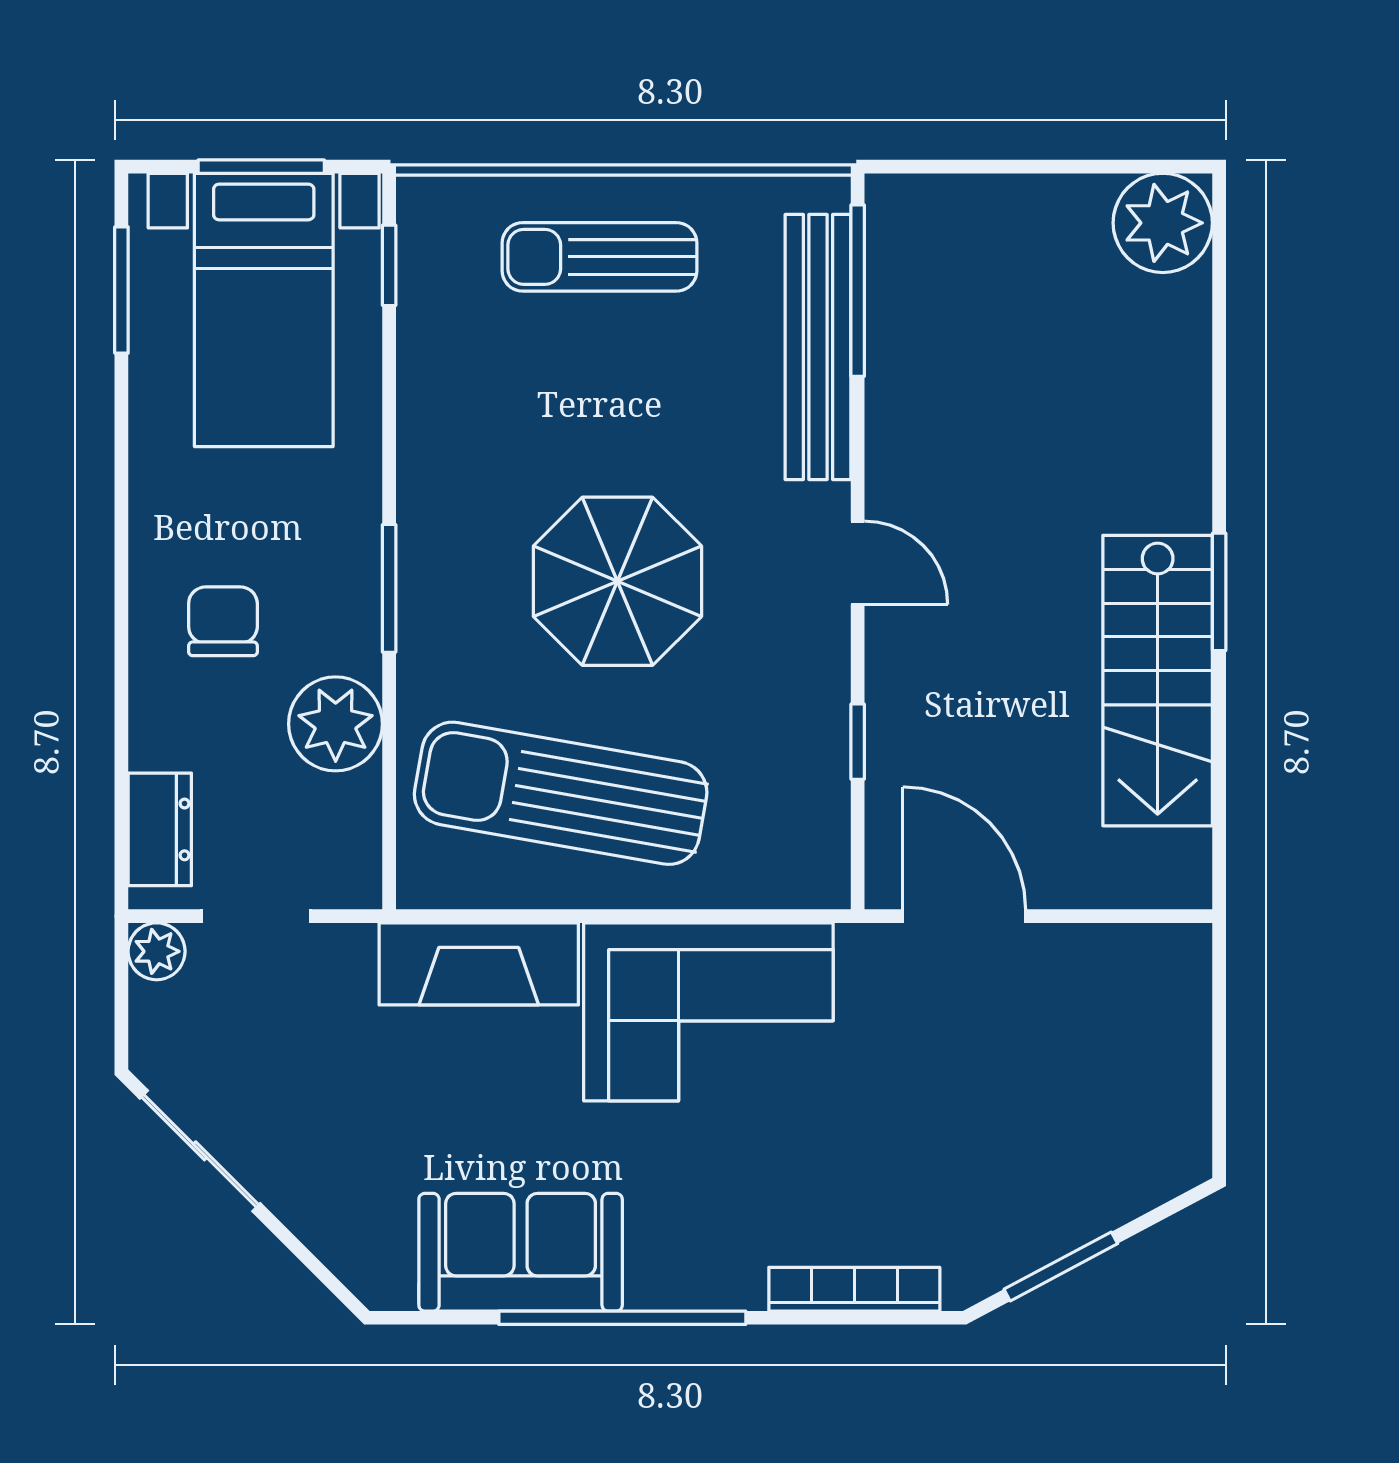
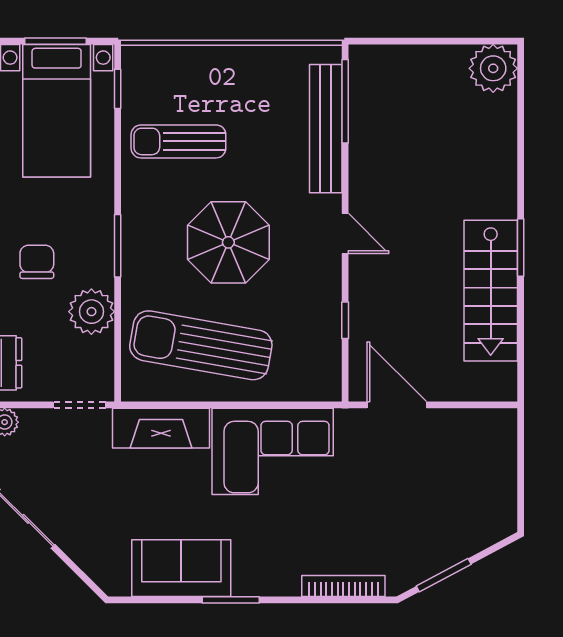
sun lounger: (599, 257) -> (178, 141), moved
doorway: (256, 916) -> (79, 405), moved
window: (622, 1318) -> (231, 600), width x0.47

